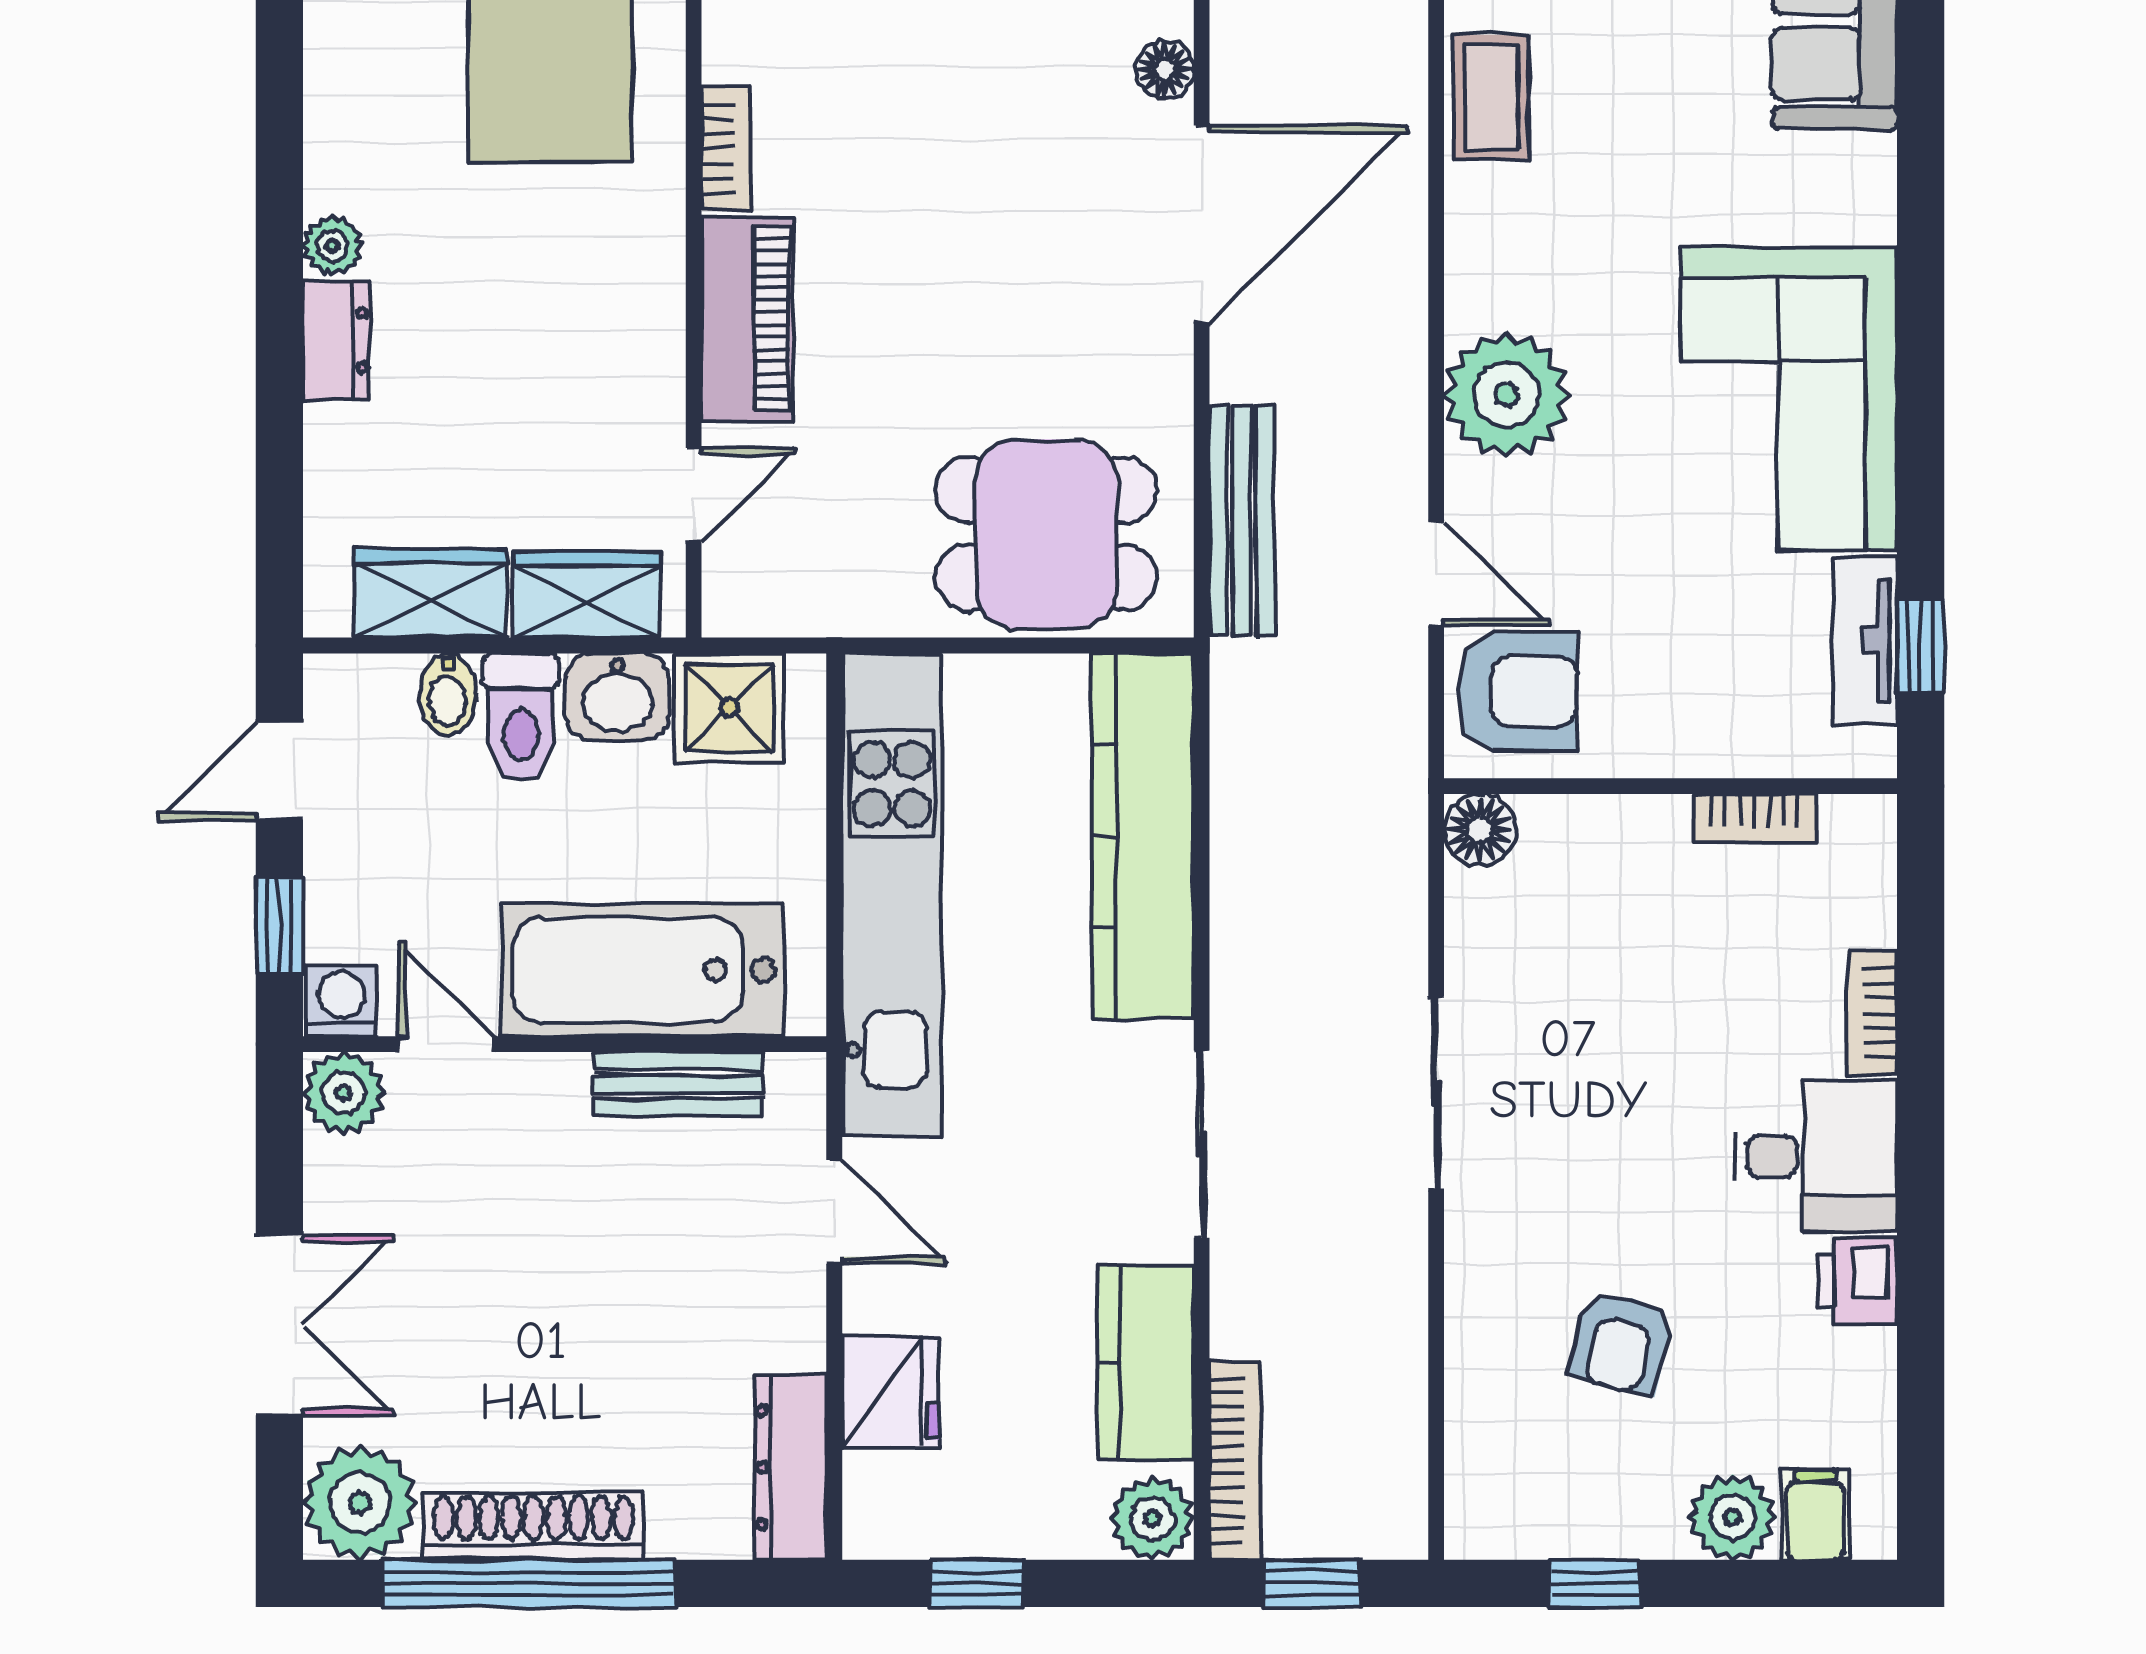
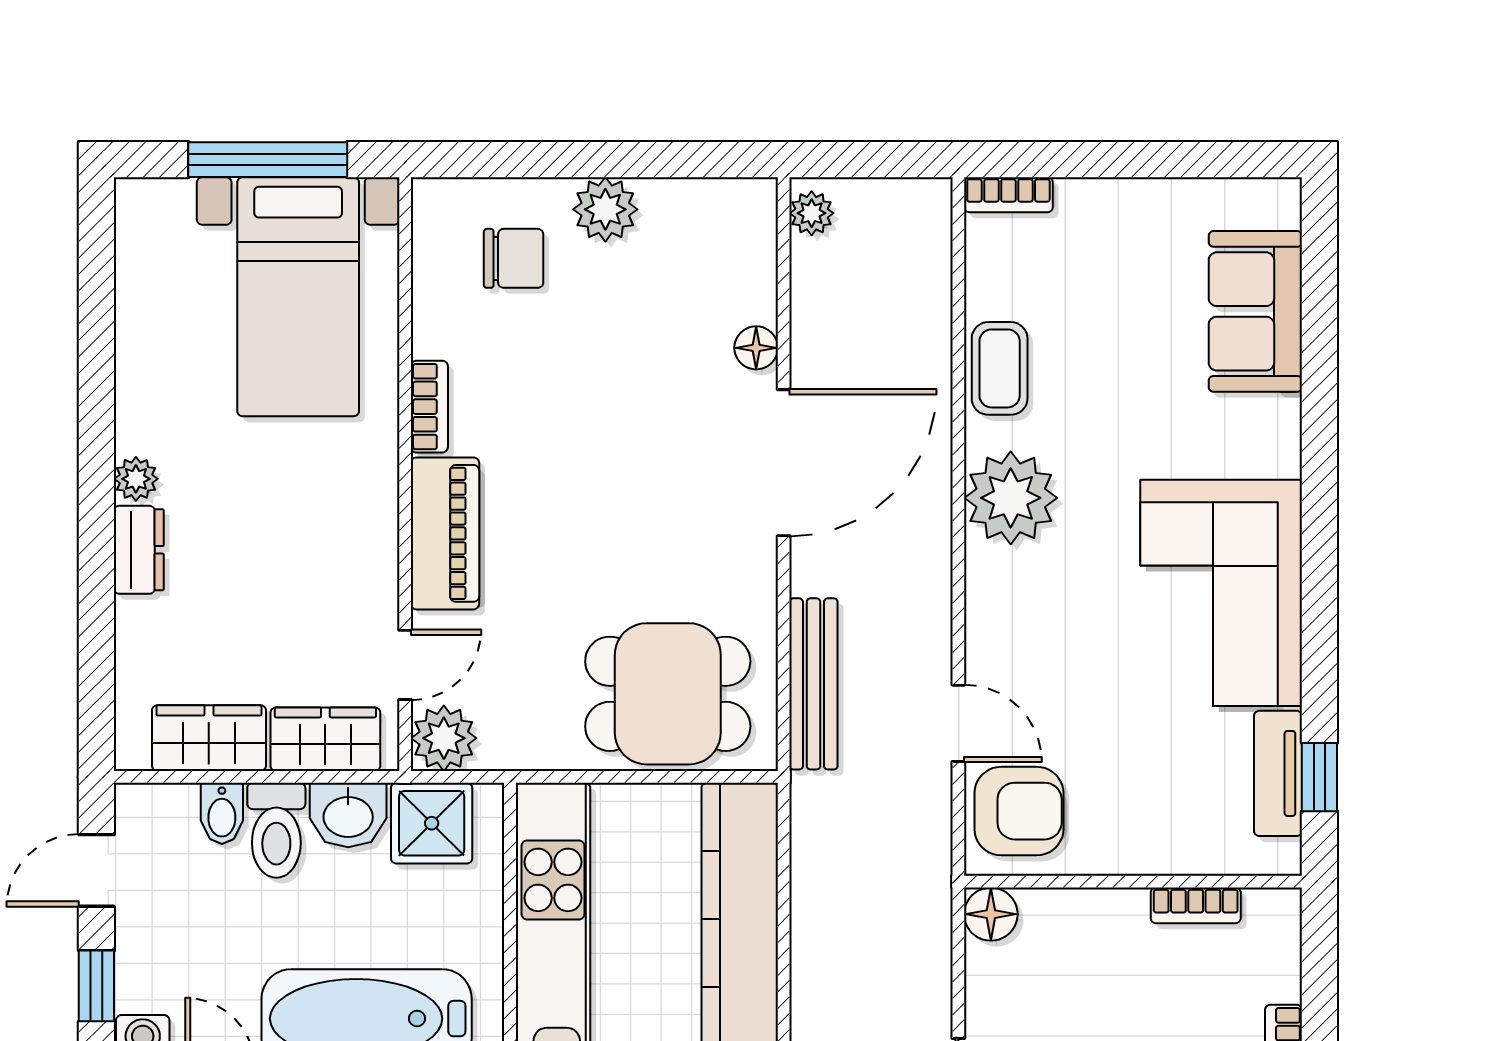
plant: (1506, 395) -> (1011, 498), moved
plant: (745, 594) -> (444, 738), added

